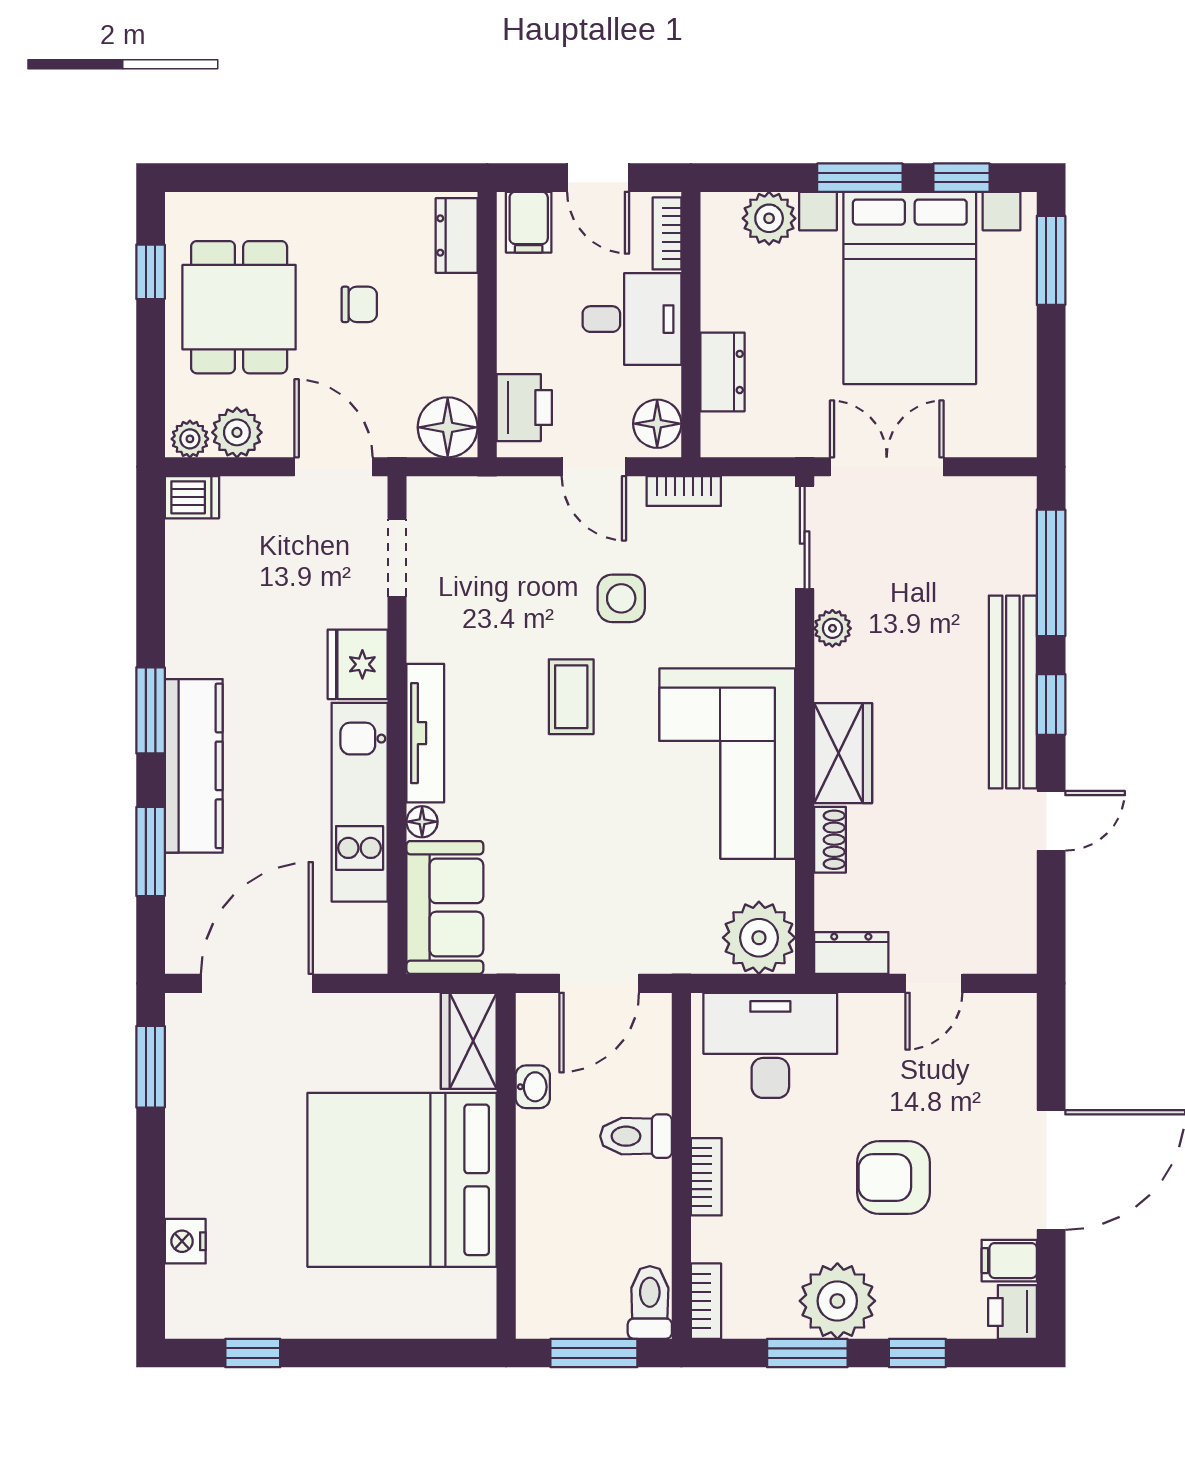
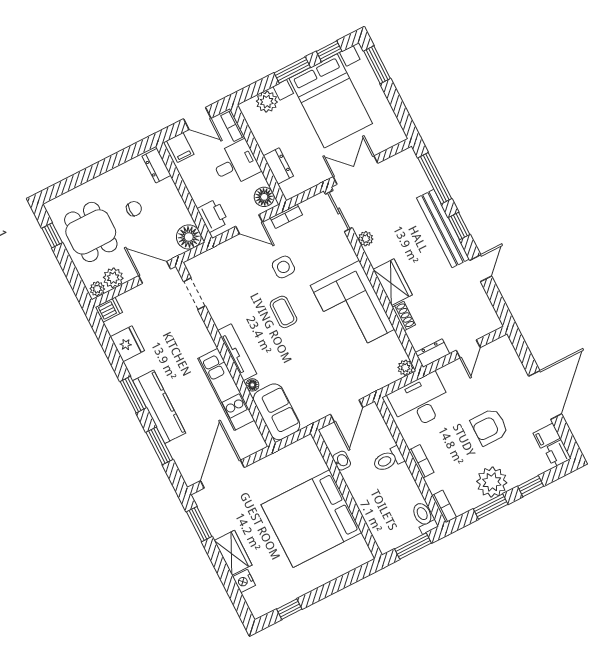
fridge: (358, 664) -> (127, 344), moved, turned 180
plant: (759, 938) -> (405, 368), width x0.53, depth x0.53
wardrobe: (469, 1041) -> (233, 553), moved, turned 180

